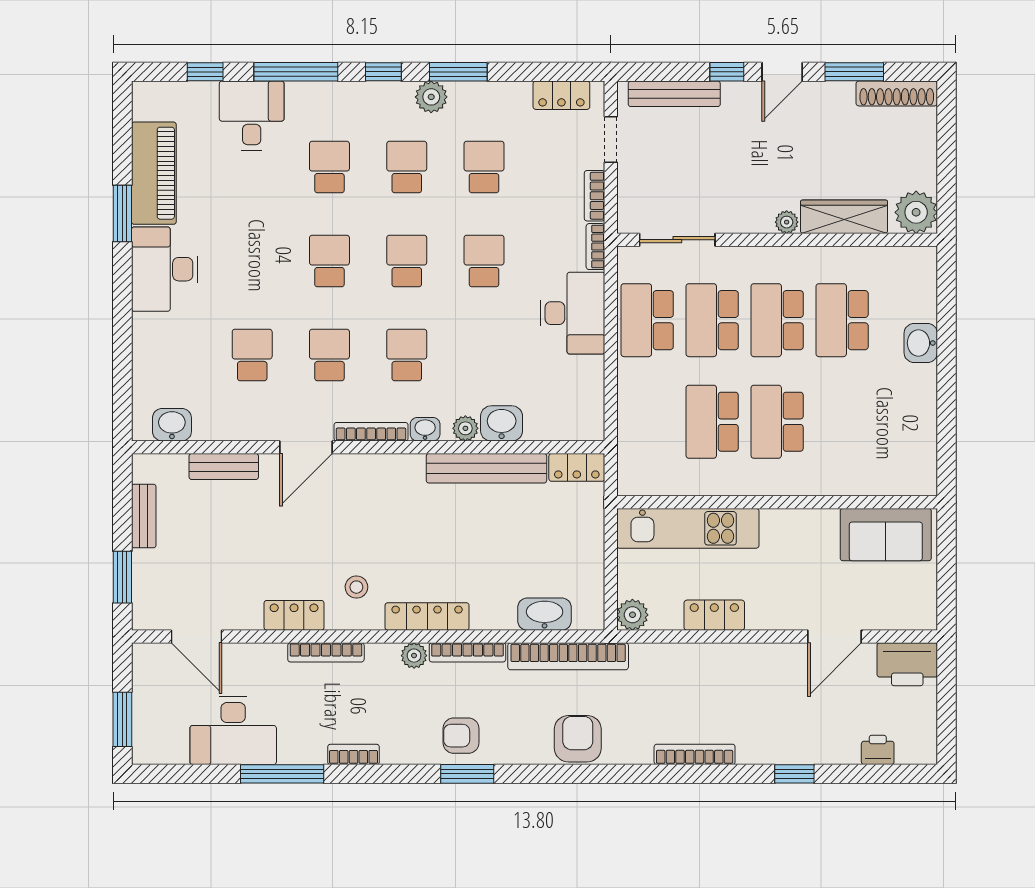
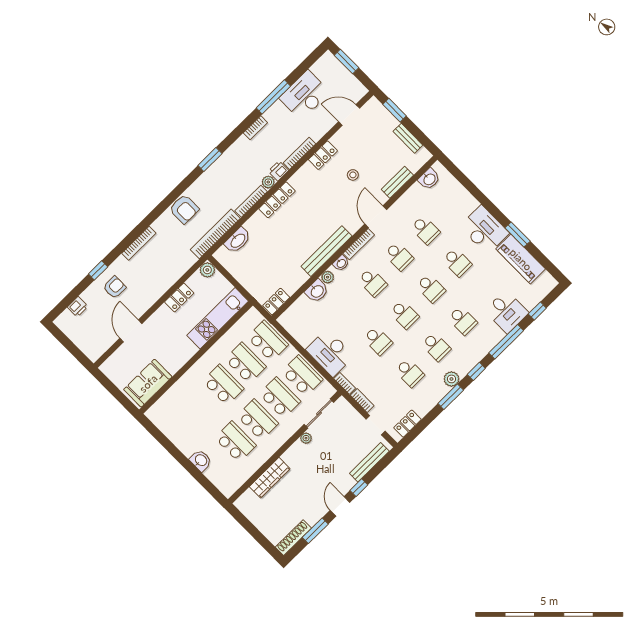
plant: (916, 212) -> (247, 504), removed
plant: (787, 222) -> (306, 438), moved
school desk: (252, 261) -> (457, 262), added
school desk: (647, 422) -> (268, 341), added
bench: (486, 468) -> (326, 251), moved
stool: (356, 587) -> (353, 175), moved
printer: (907, 664) -> (278, 171), moved, width x0.53, depth x0.68
armchair: (461, 736) -> (115, 287), moved

